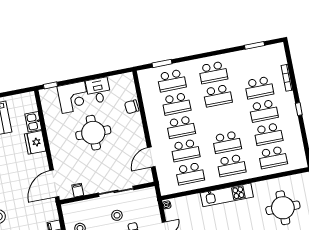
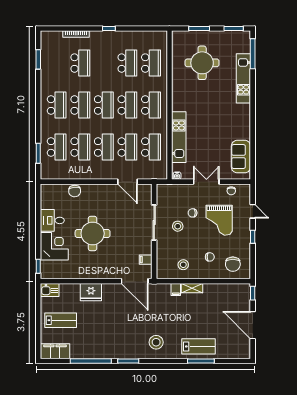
school desk: (264, 111) -> (104, 105), moved
kitchen sink: (33, 122) -> (50, 290), moved
kitchen unit: (227, 195) -> (179, 137), moved

